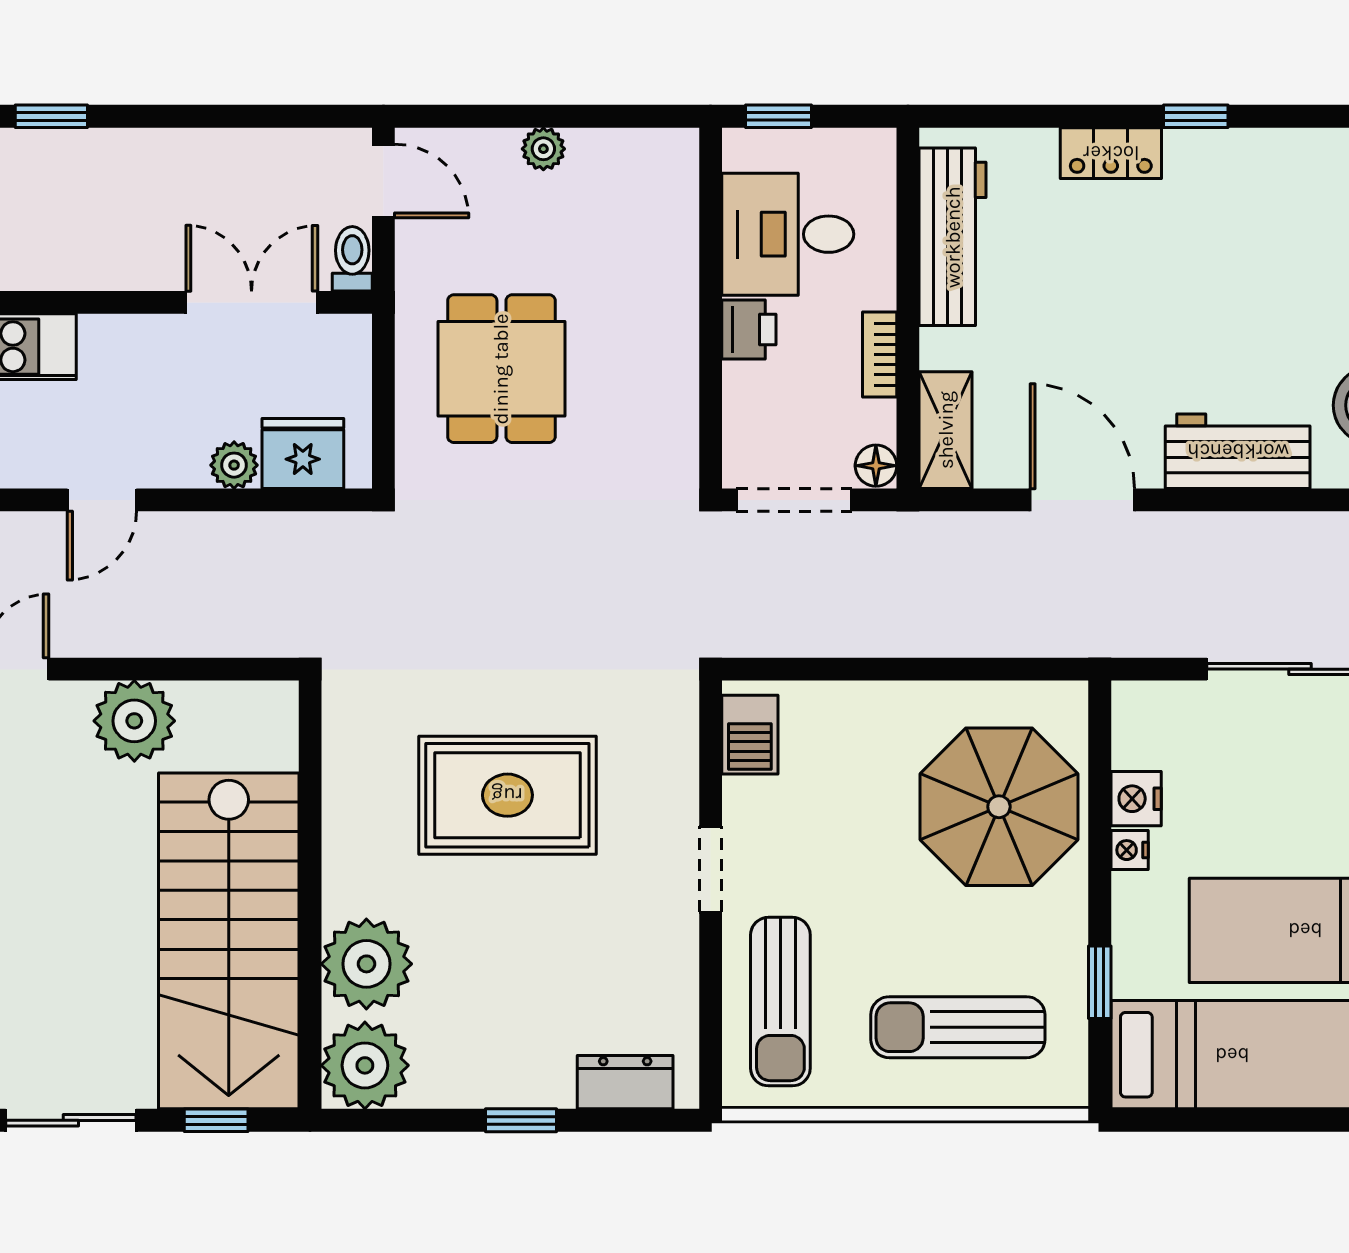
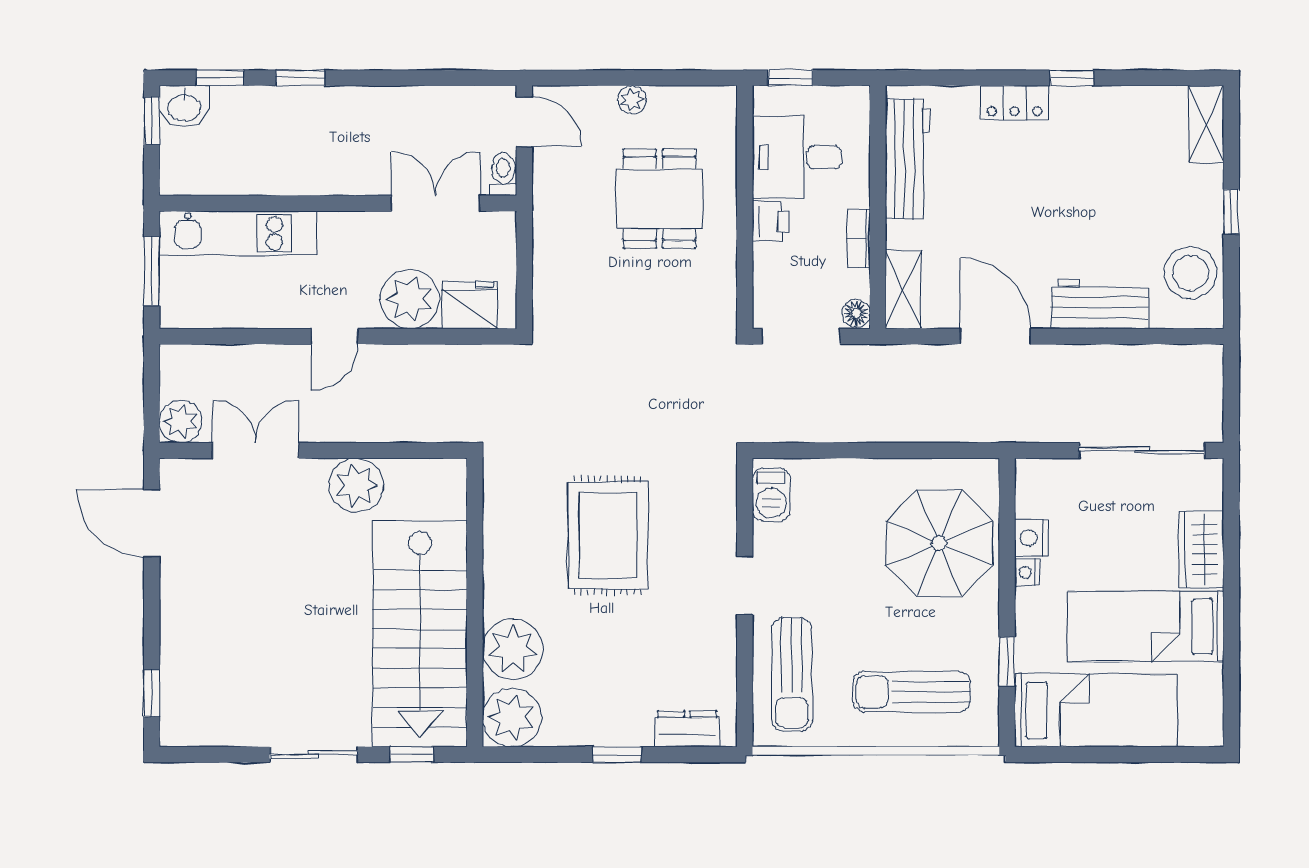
dining table: (501, 369) -> (659, 199), moved
plant: (234, 465) -> (410, 299), width x1.88, depth x1.88
rug: (507, 795) -> (608, 535), turned 90

